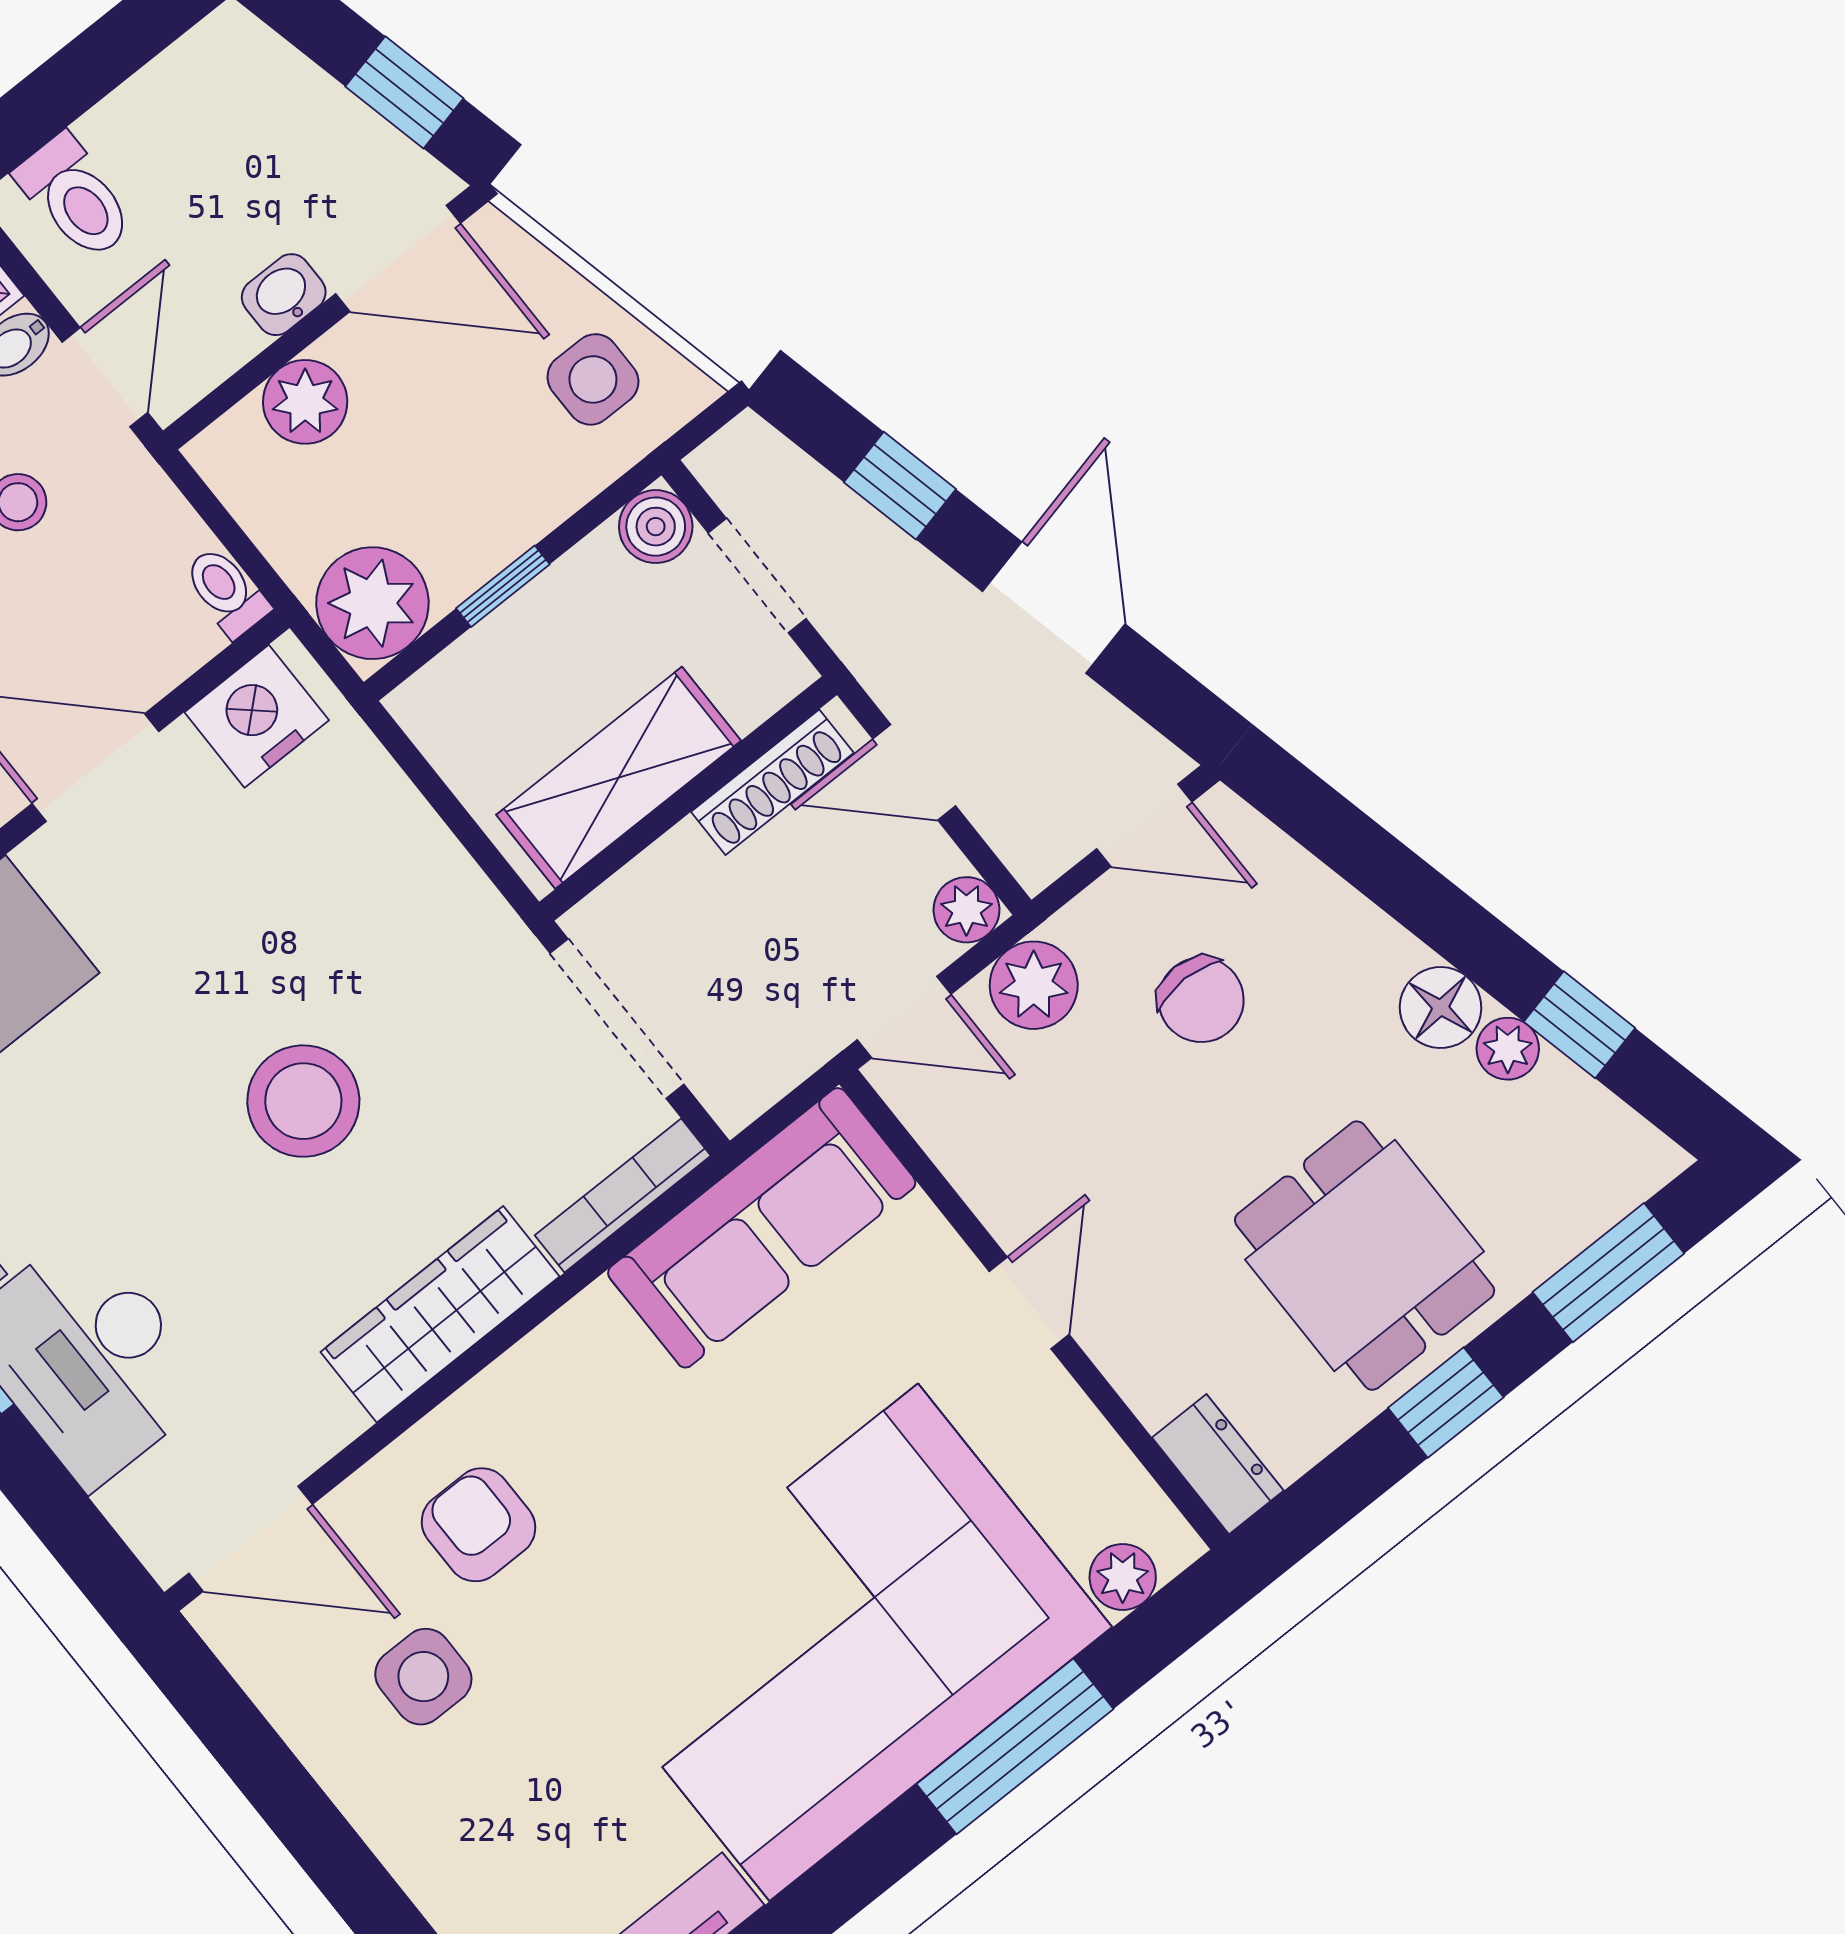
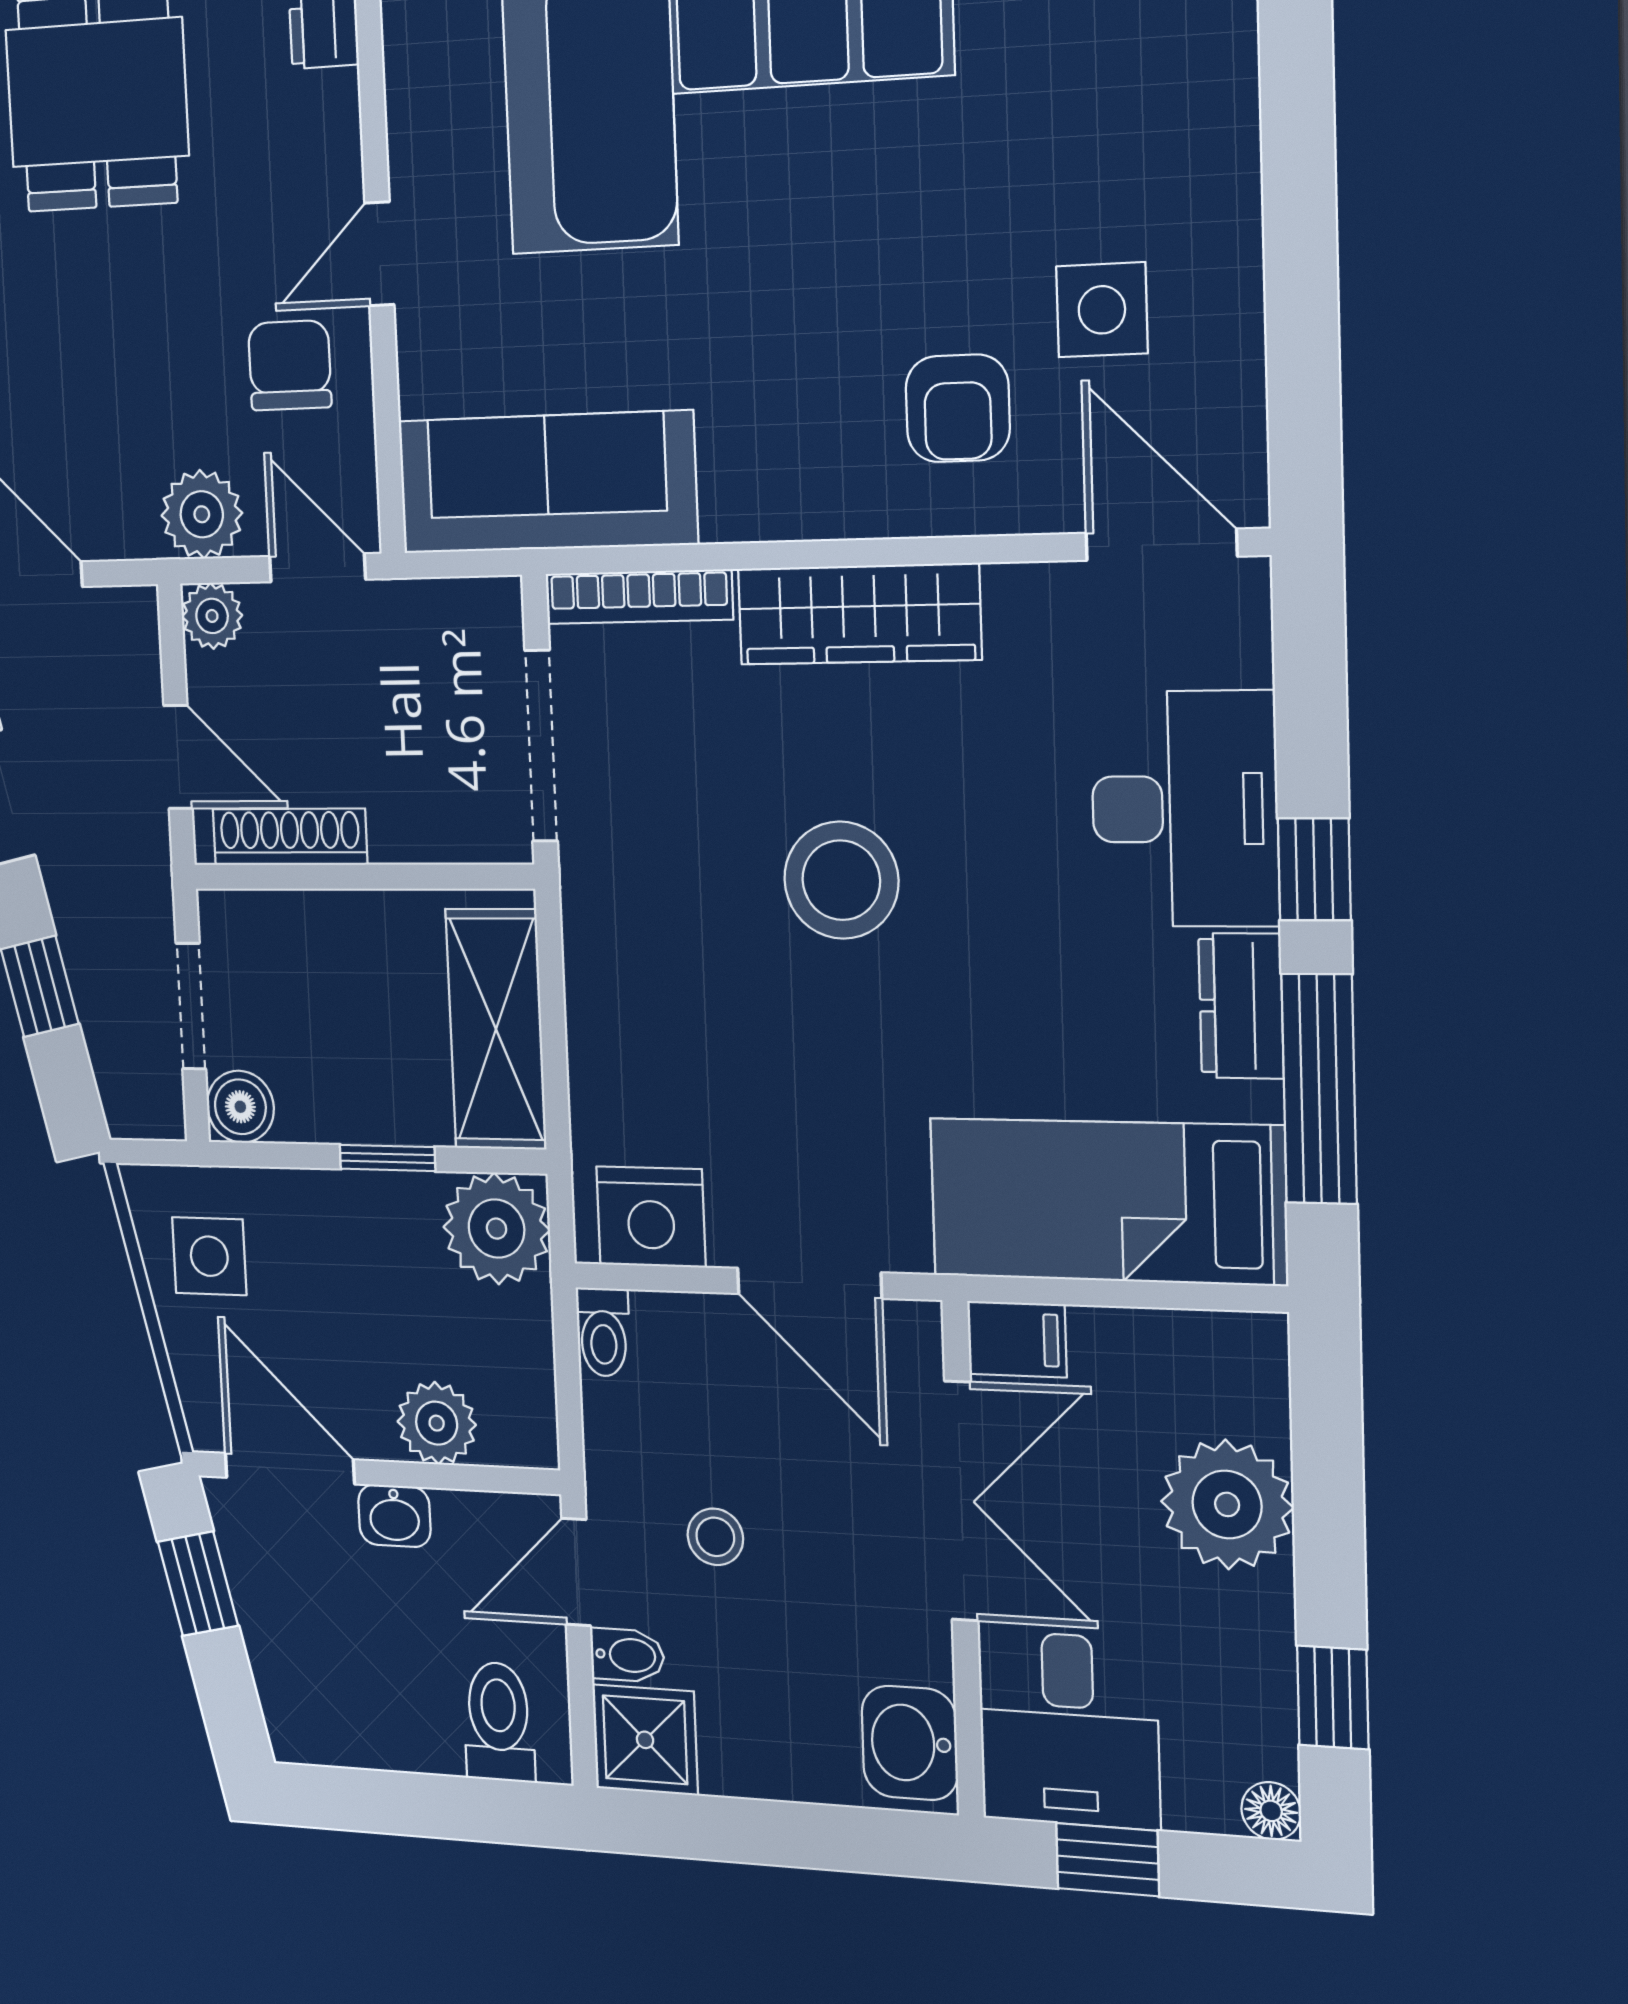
shelving: (619, 778) -> (496, 1029), moved, turned 90
chair: (1201, 1000) -> (290, 365), moved

